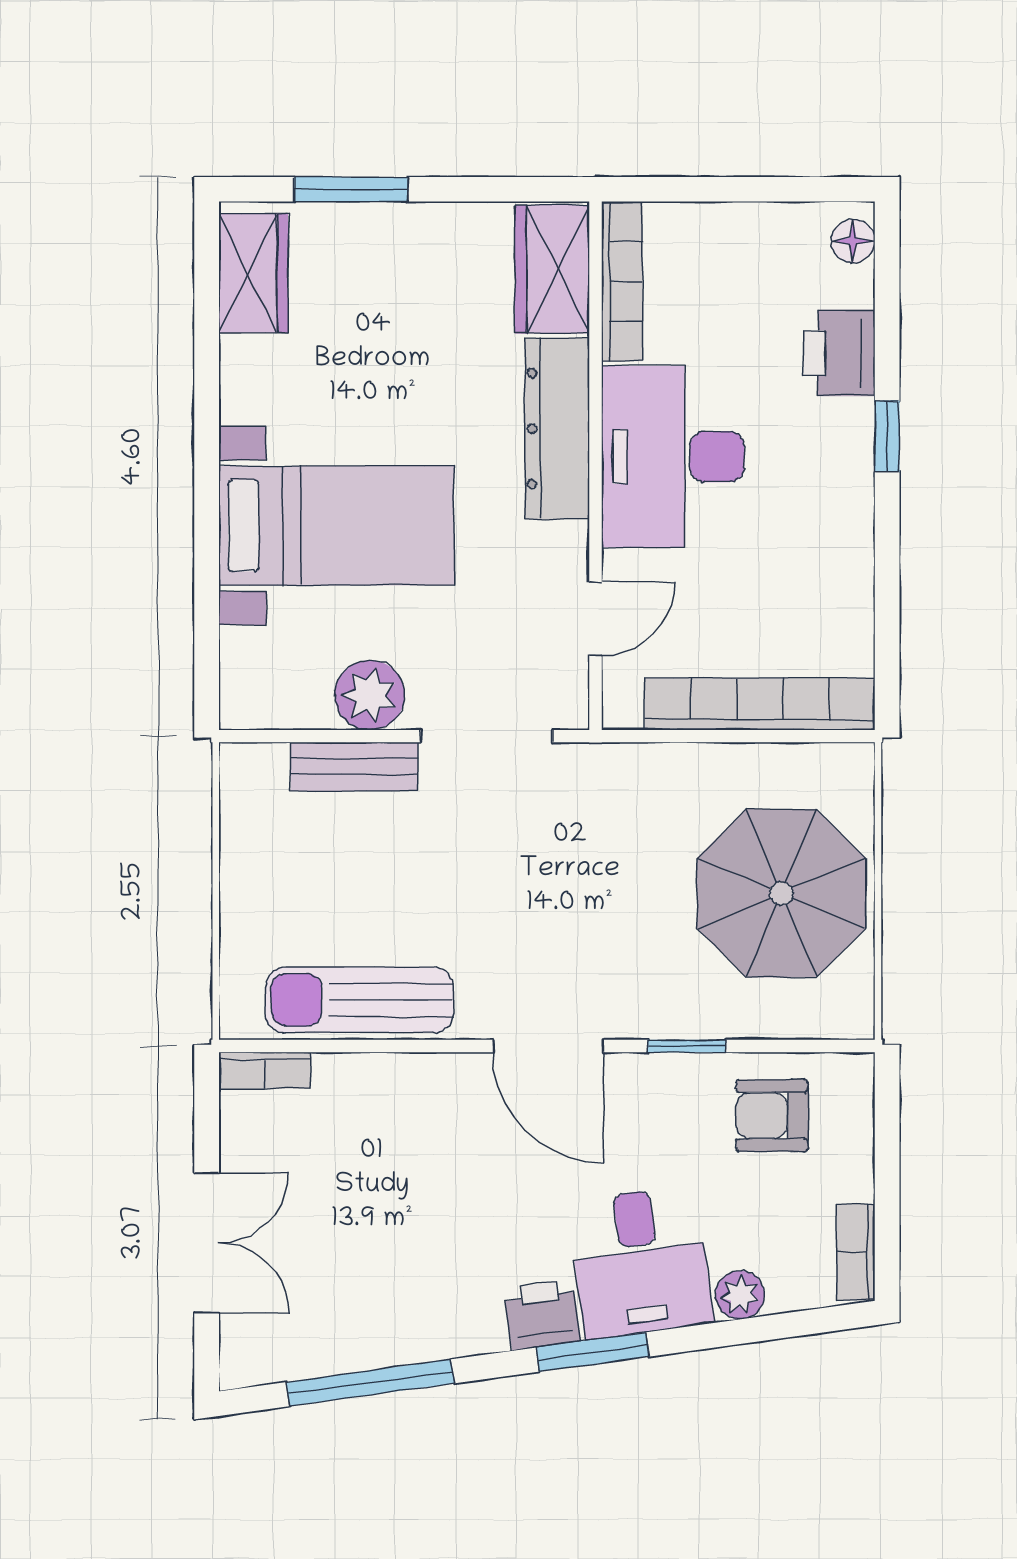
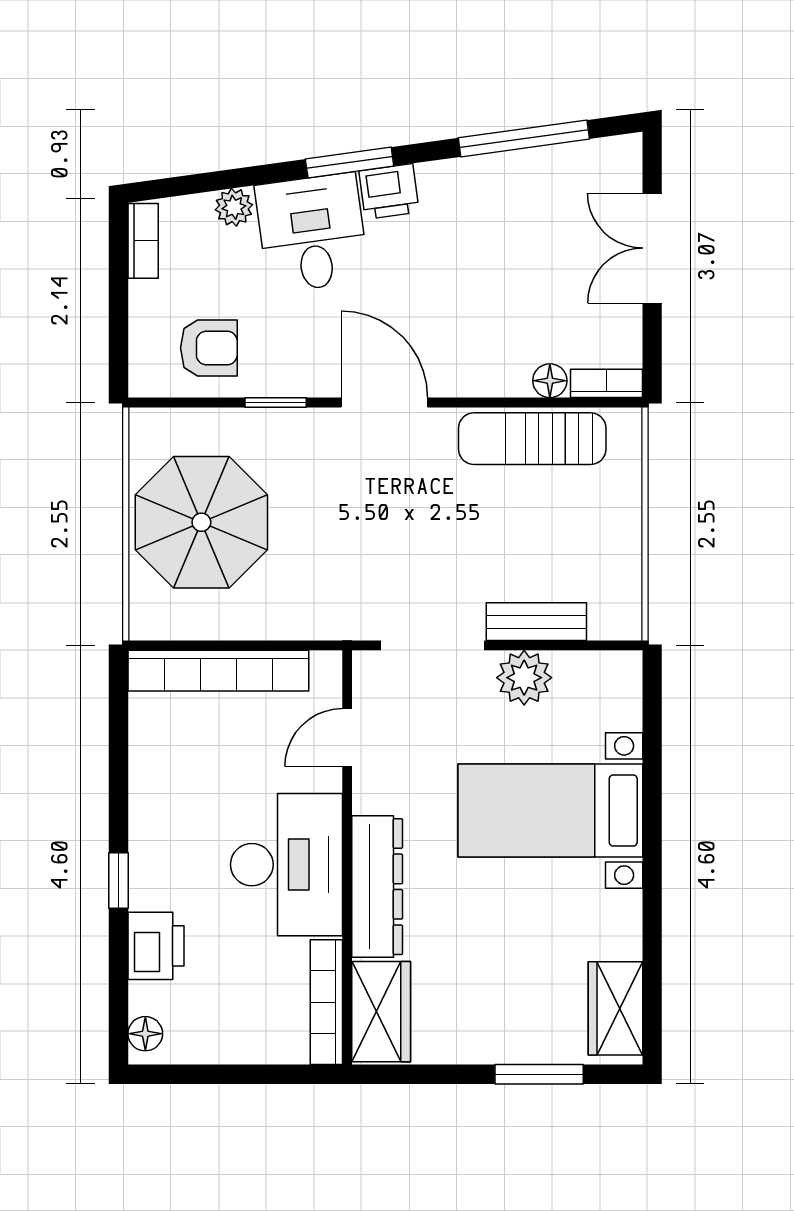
sun lounger: (359, 1000) -> (532, 439), turned 180
floor lamp: (337, 1074) -> (550, 381), added

